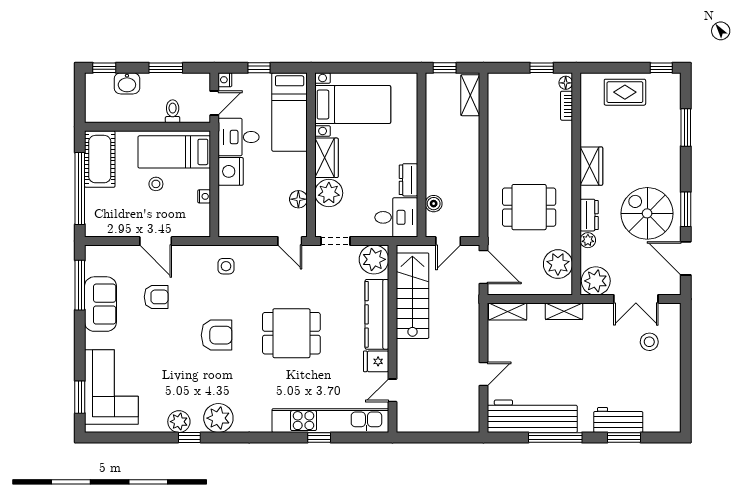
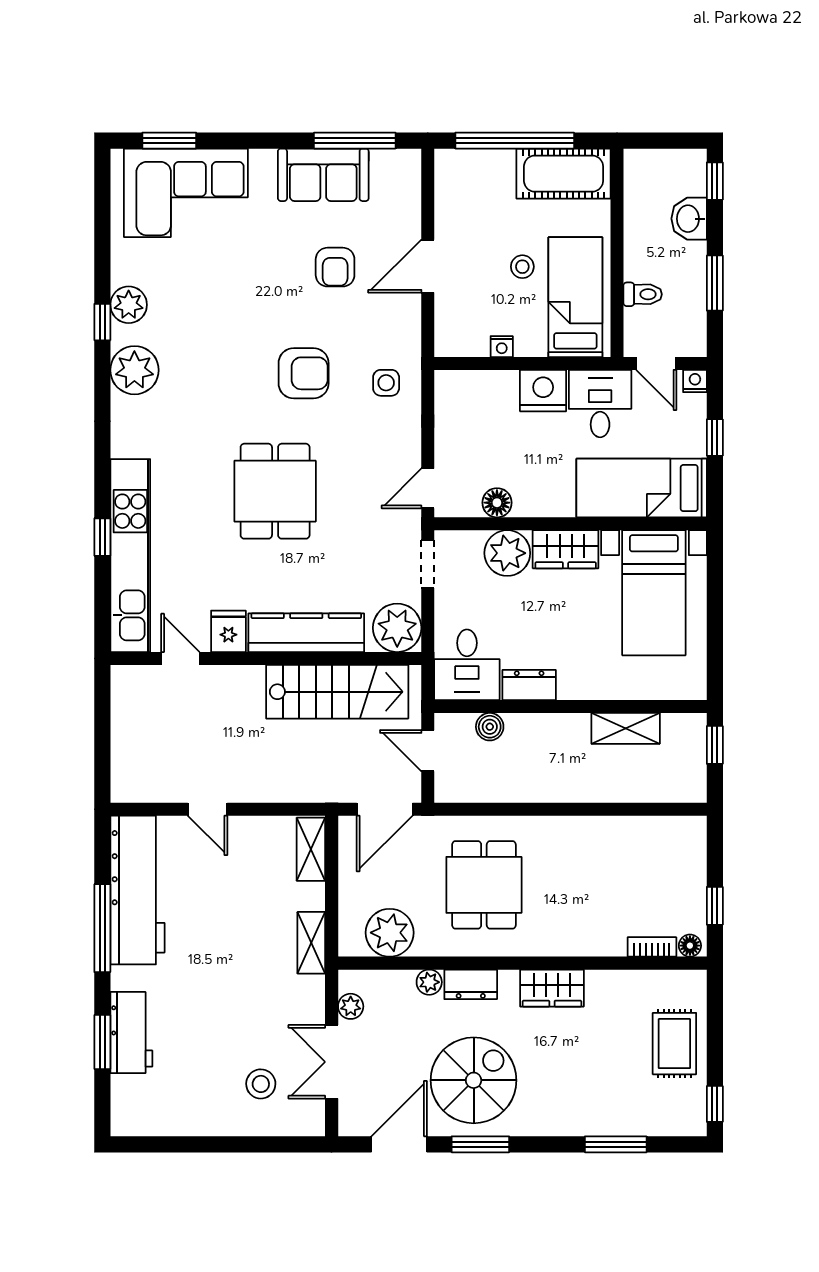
shelving: (470, 95) -> (626, 728), moved
plant: (596, 281) -> (351, 1006), width x0.53, depth x0.53
armchair: (217, 335) -> (304, 373), moved, turned -90

